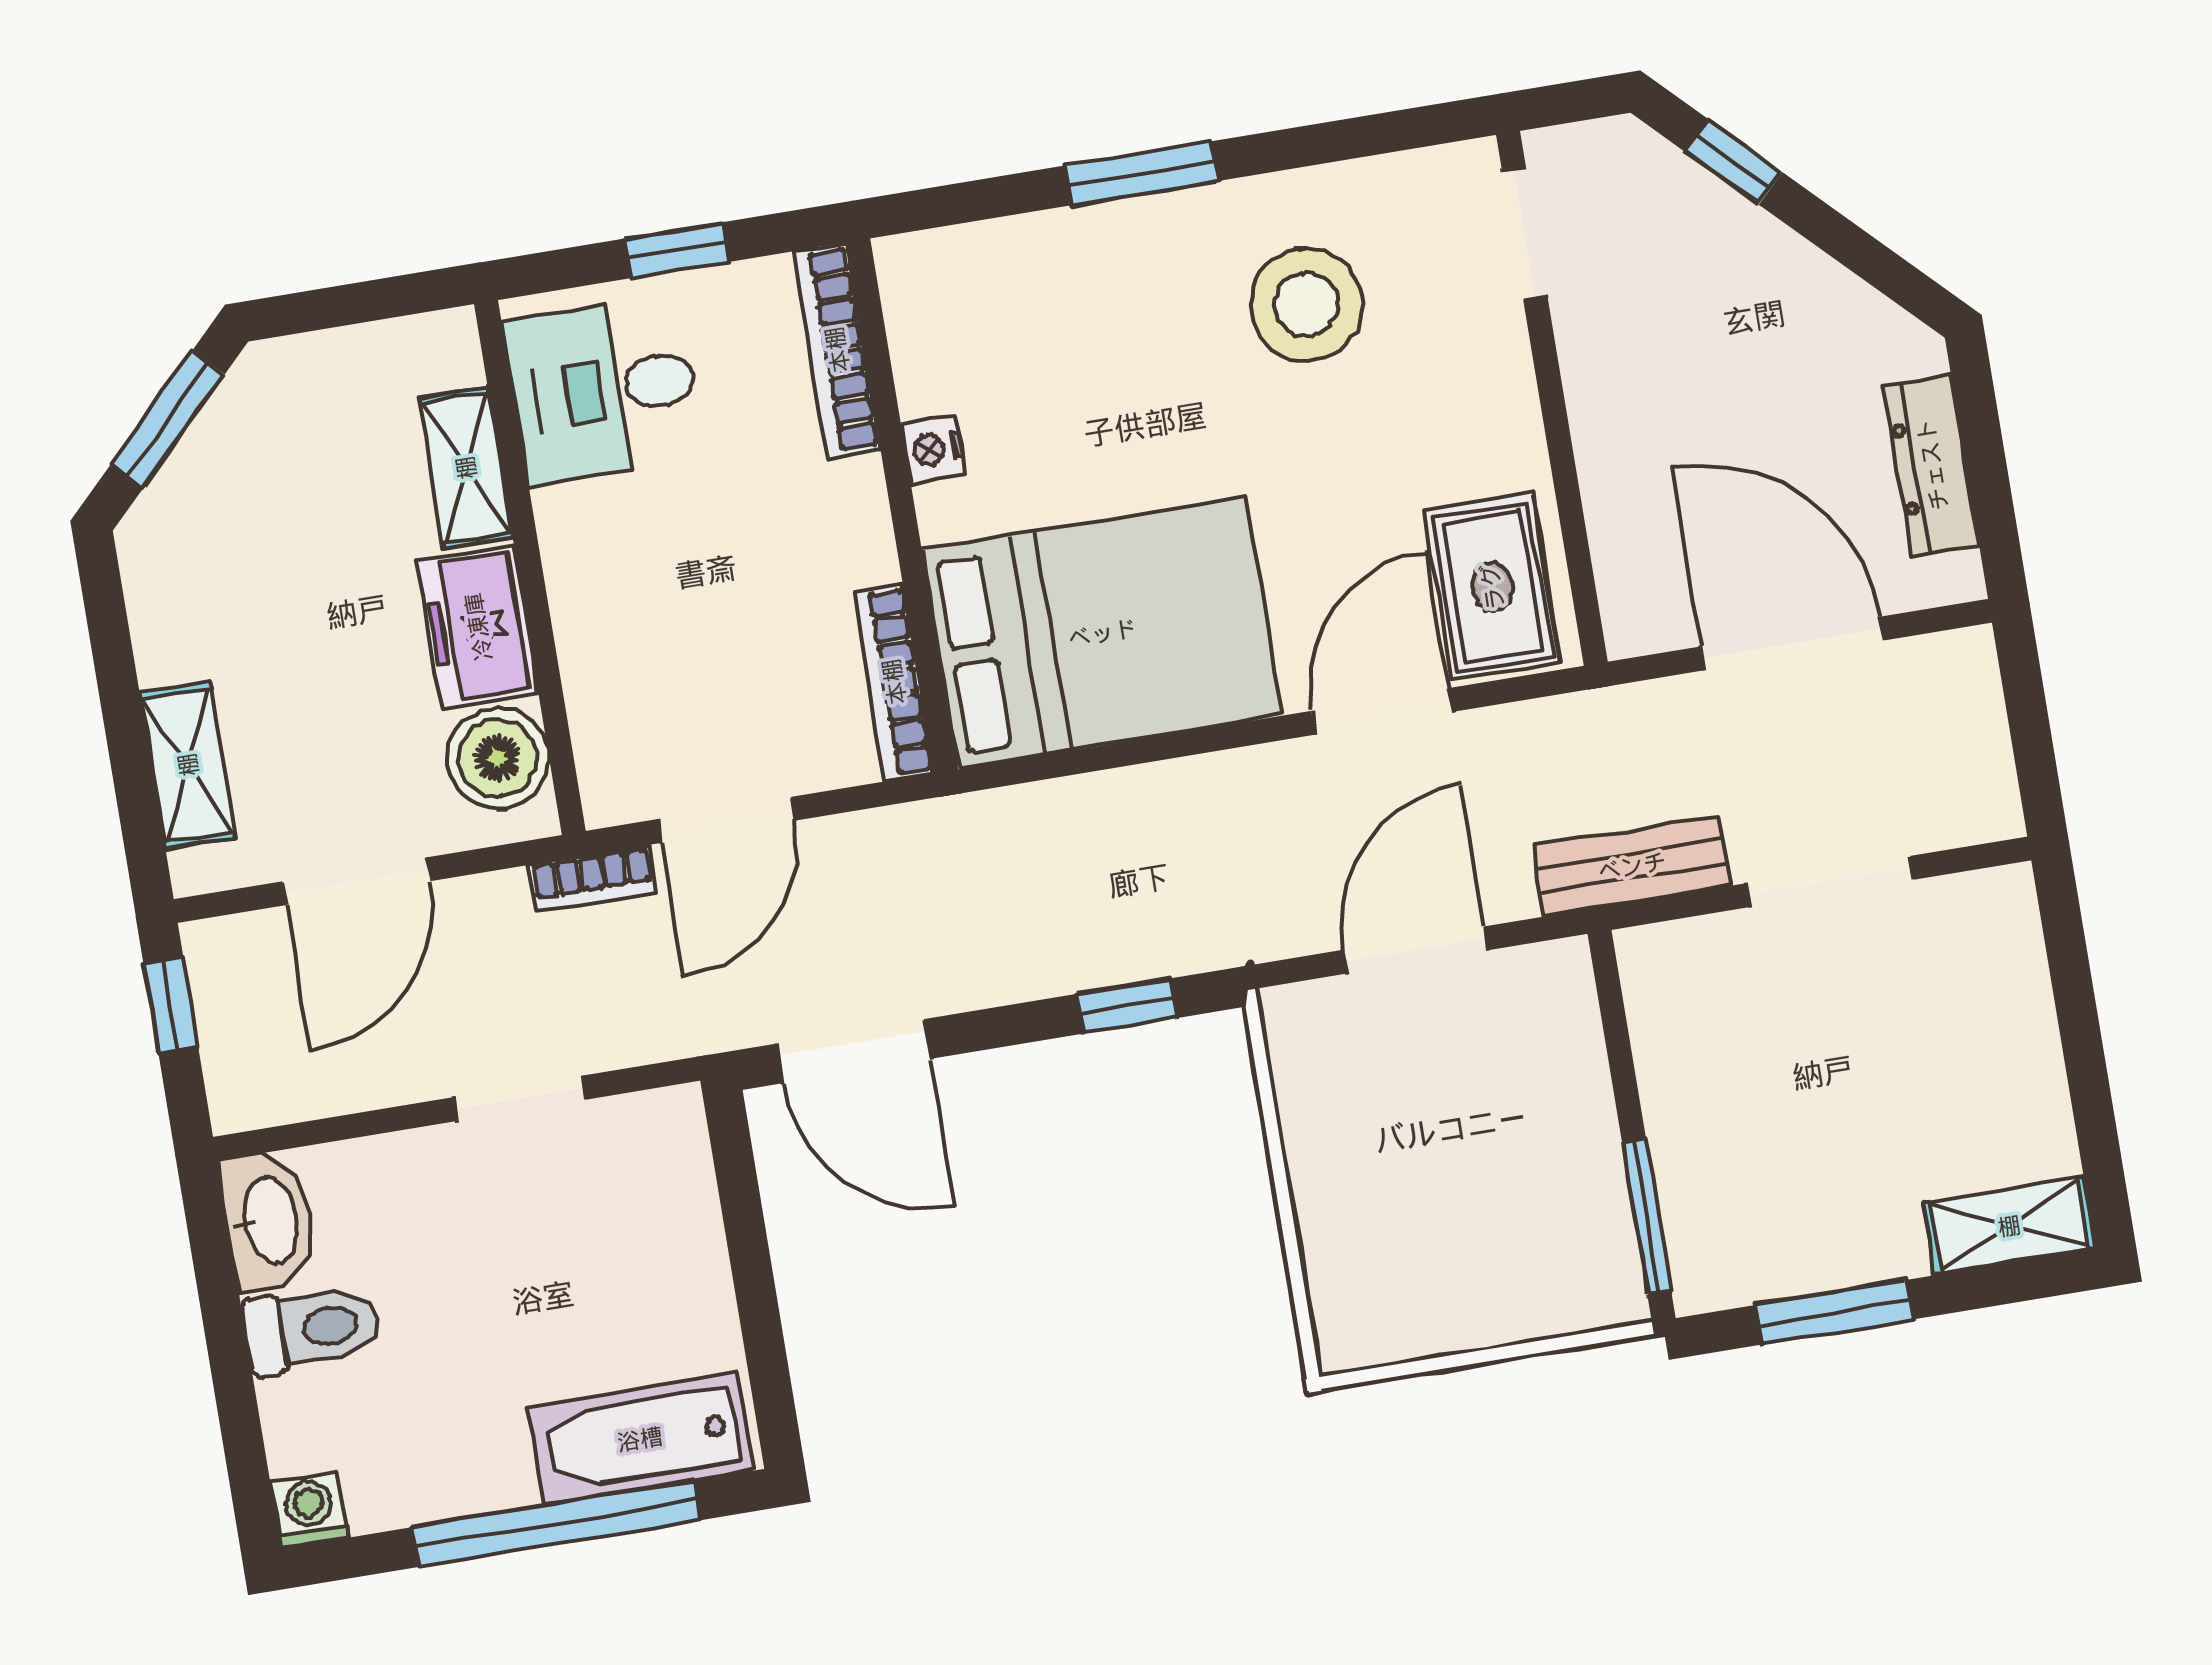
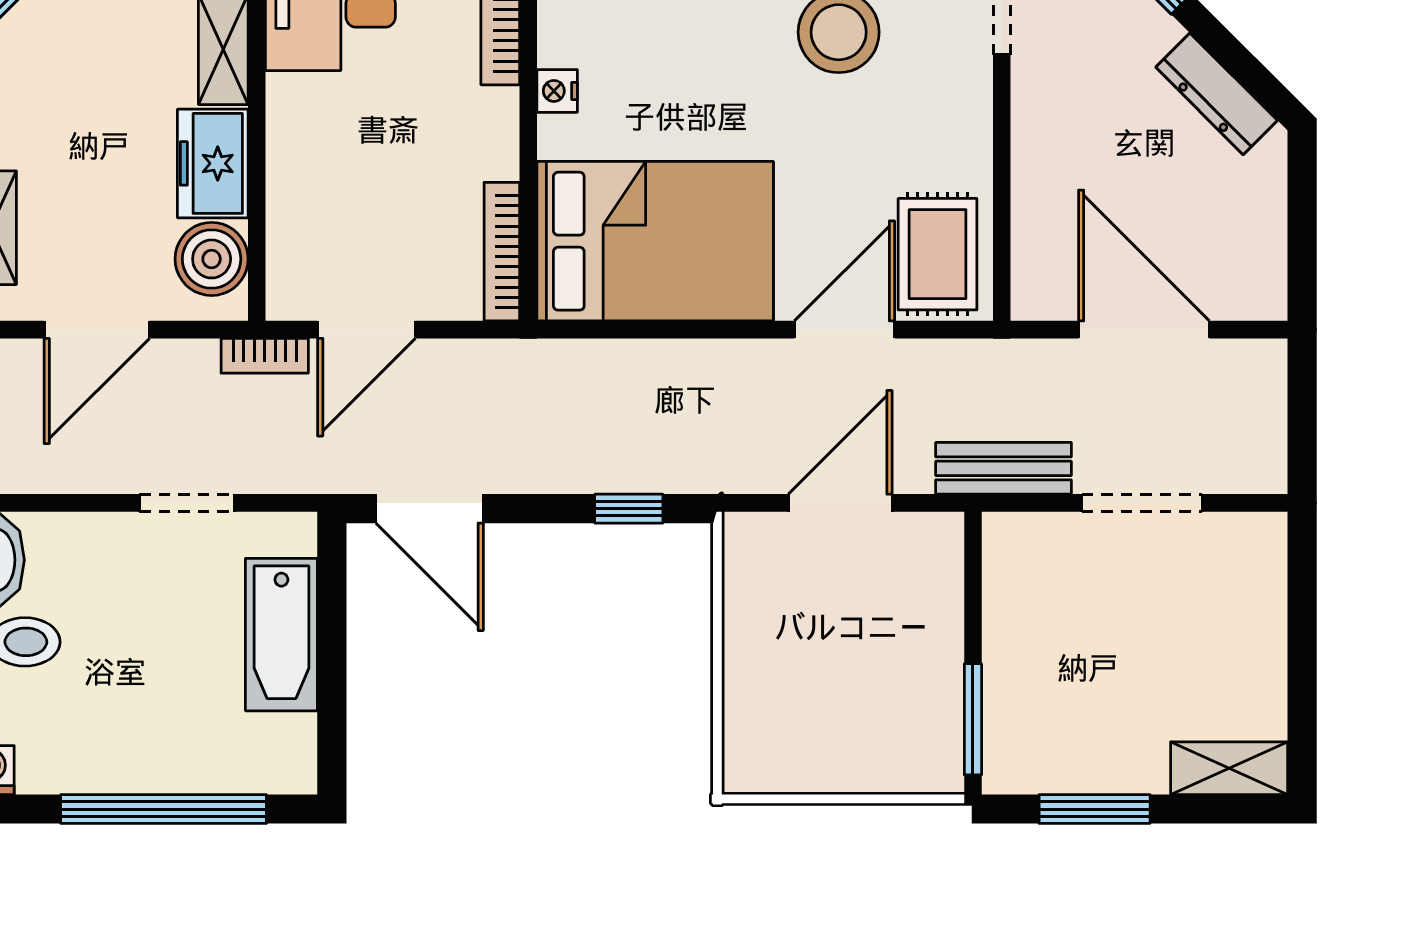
dresser: (1932, 465) -> (1217, 94), moved, turned -45
bathtub: (640, 1439) -> (281, 635), moved, turned -90

